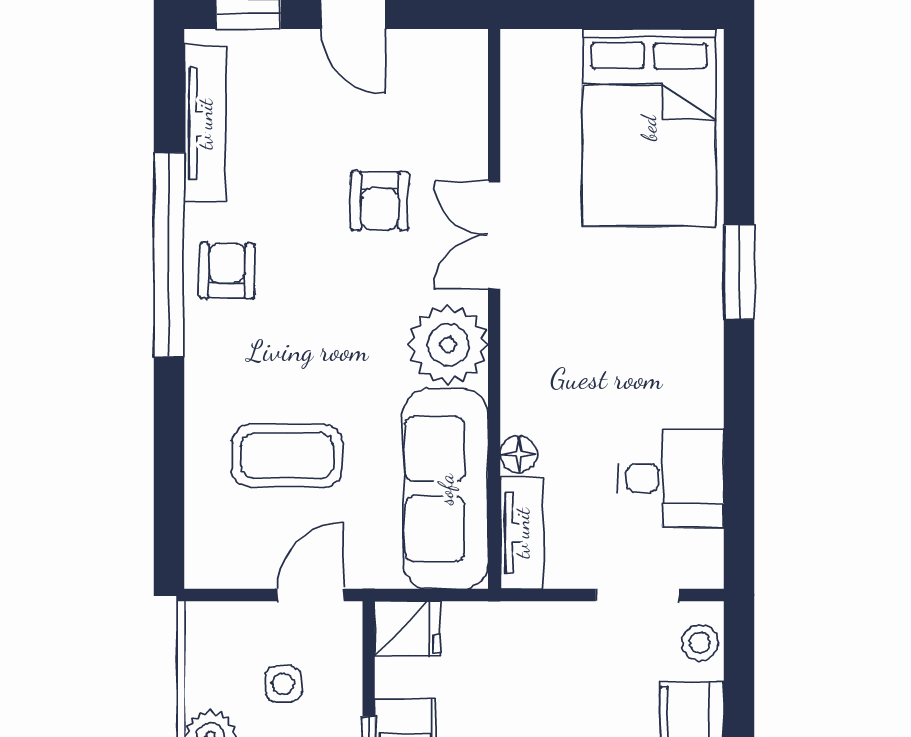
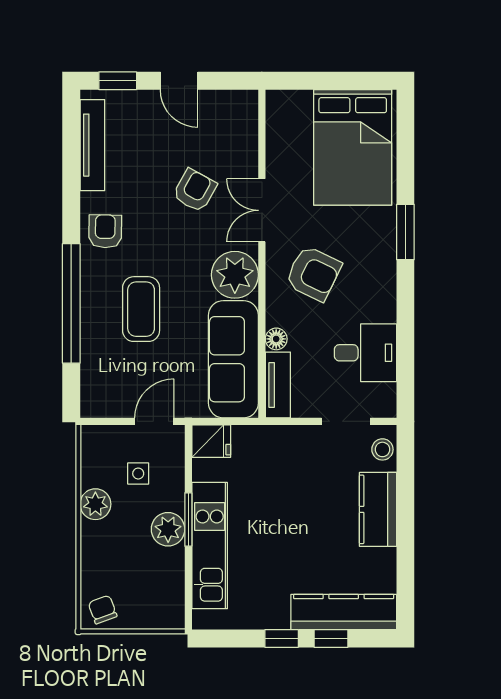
armchair: (380, 201) -> (195, 190), turned -151
window: (169, 255) -> (71, 303), moved
armchair: (582, 343) -> (313, 273), added
coffee table: (287, 455) -> (141, 309), moved, turned 90

